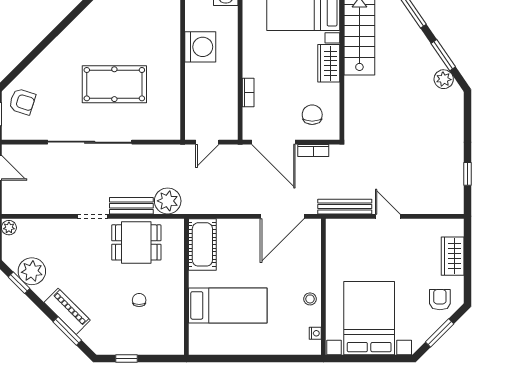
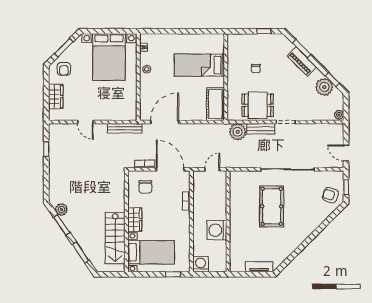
pool table: (114, 84) -> (272, 206), turned 90
door: (388, 216) -> (85, 122), moved

